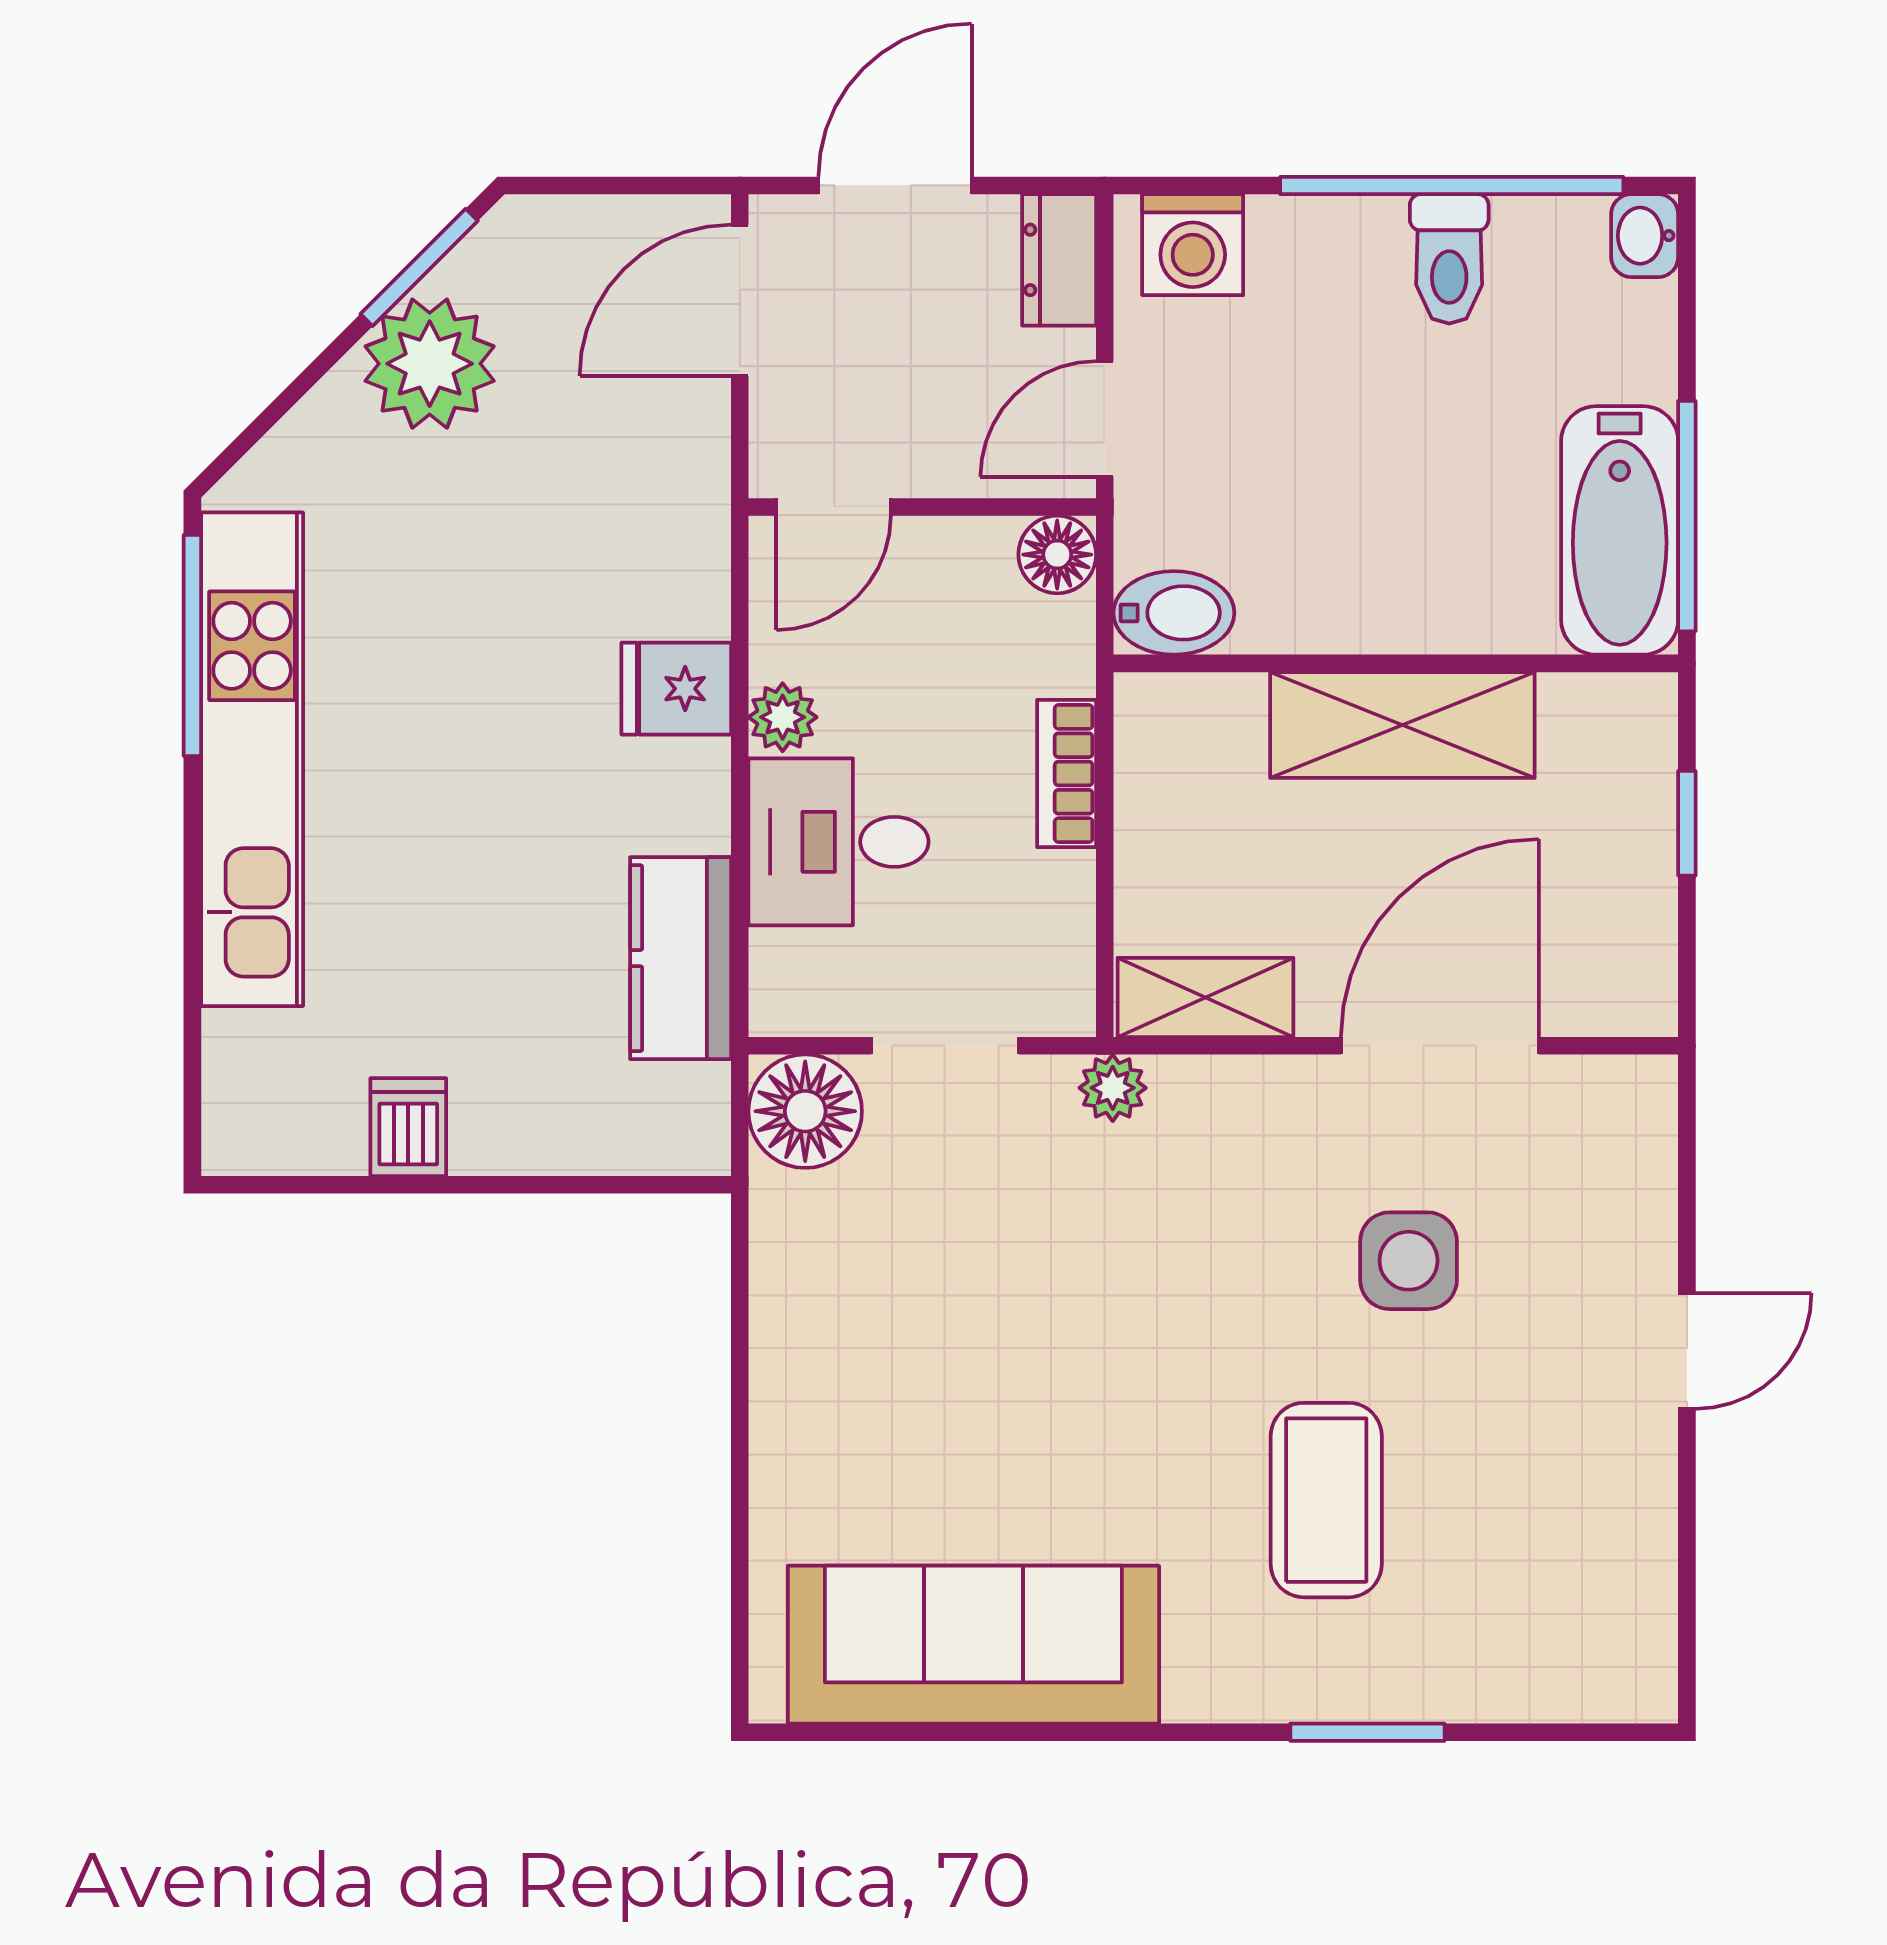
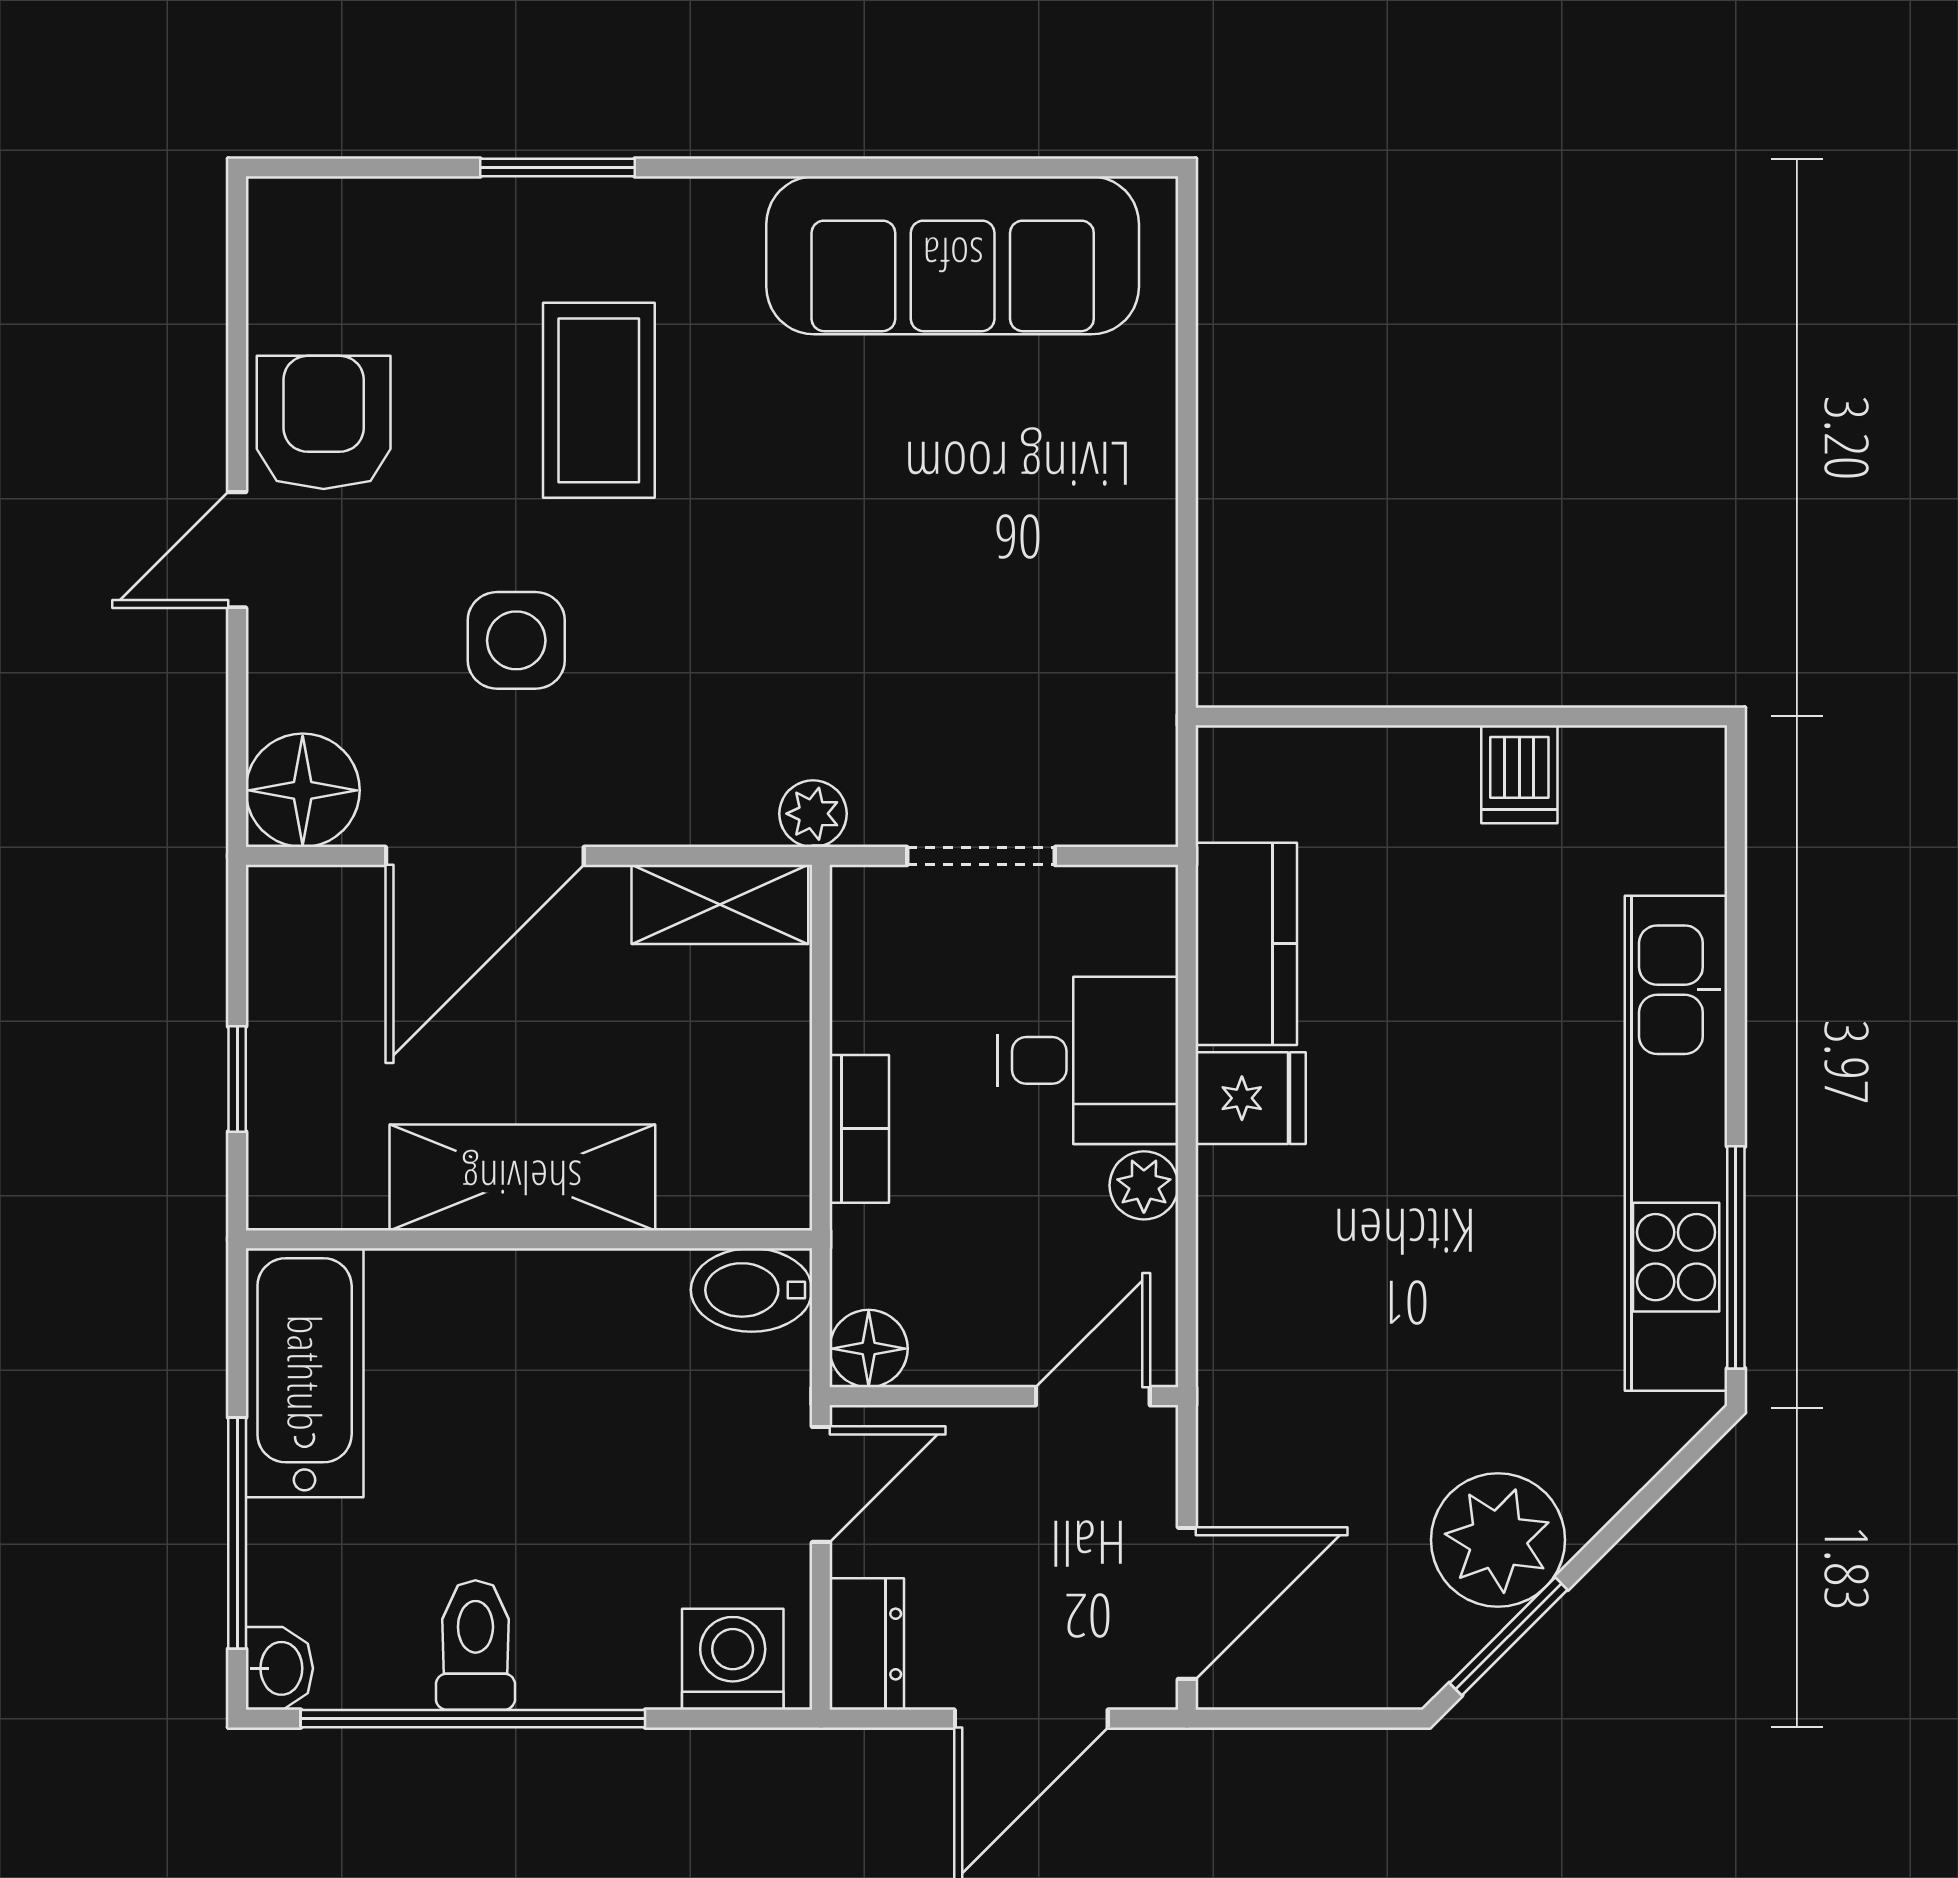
window: (1687, 516) -> (237, 1533), moved
fridge: (676, 689) -> (1251, 1098), moved
floor lamp: (805, 1111) -> (303, 790), moved
armchair: (1601, 1478) -> (324, 422), added

